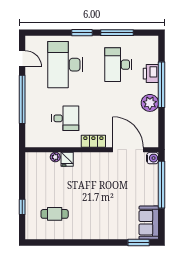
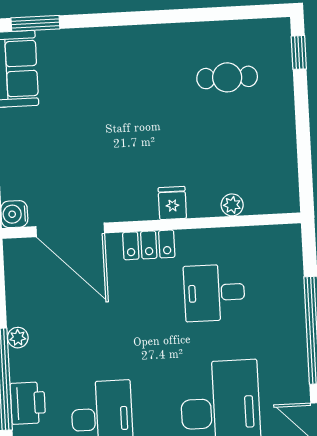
plant: (150, 103) -> (18, 338), width x0.53, depth x0.53
fridge: (67, 159) -> (172, 203), moved
window: (22, 207) -> (299, 52), moved

